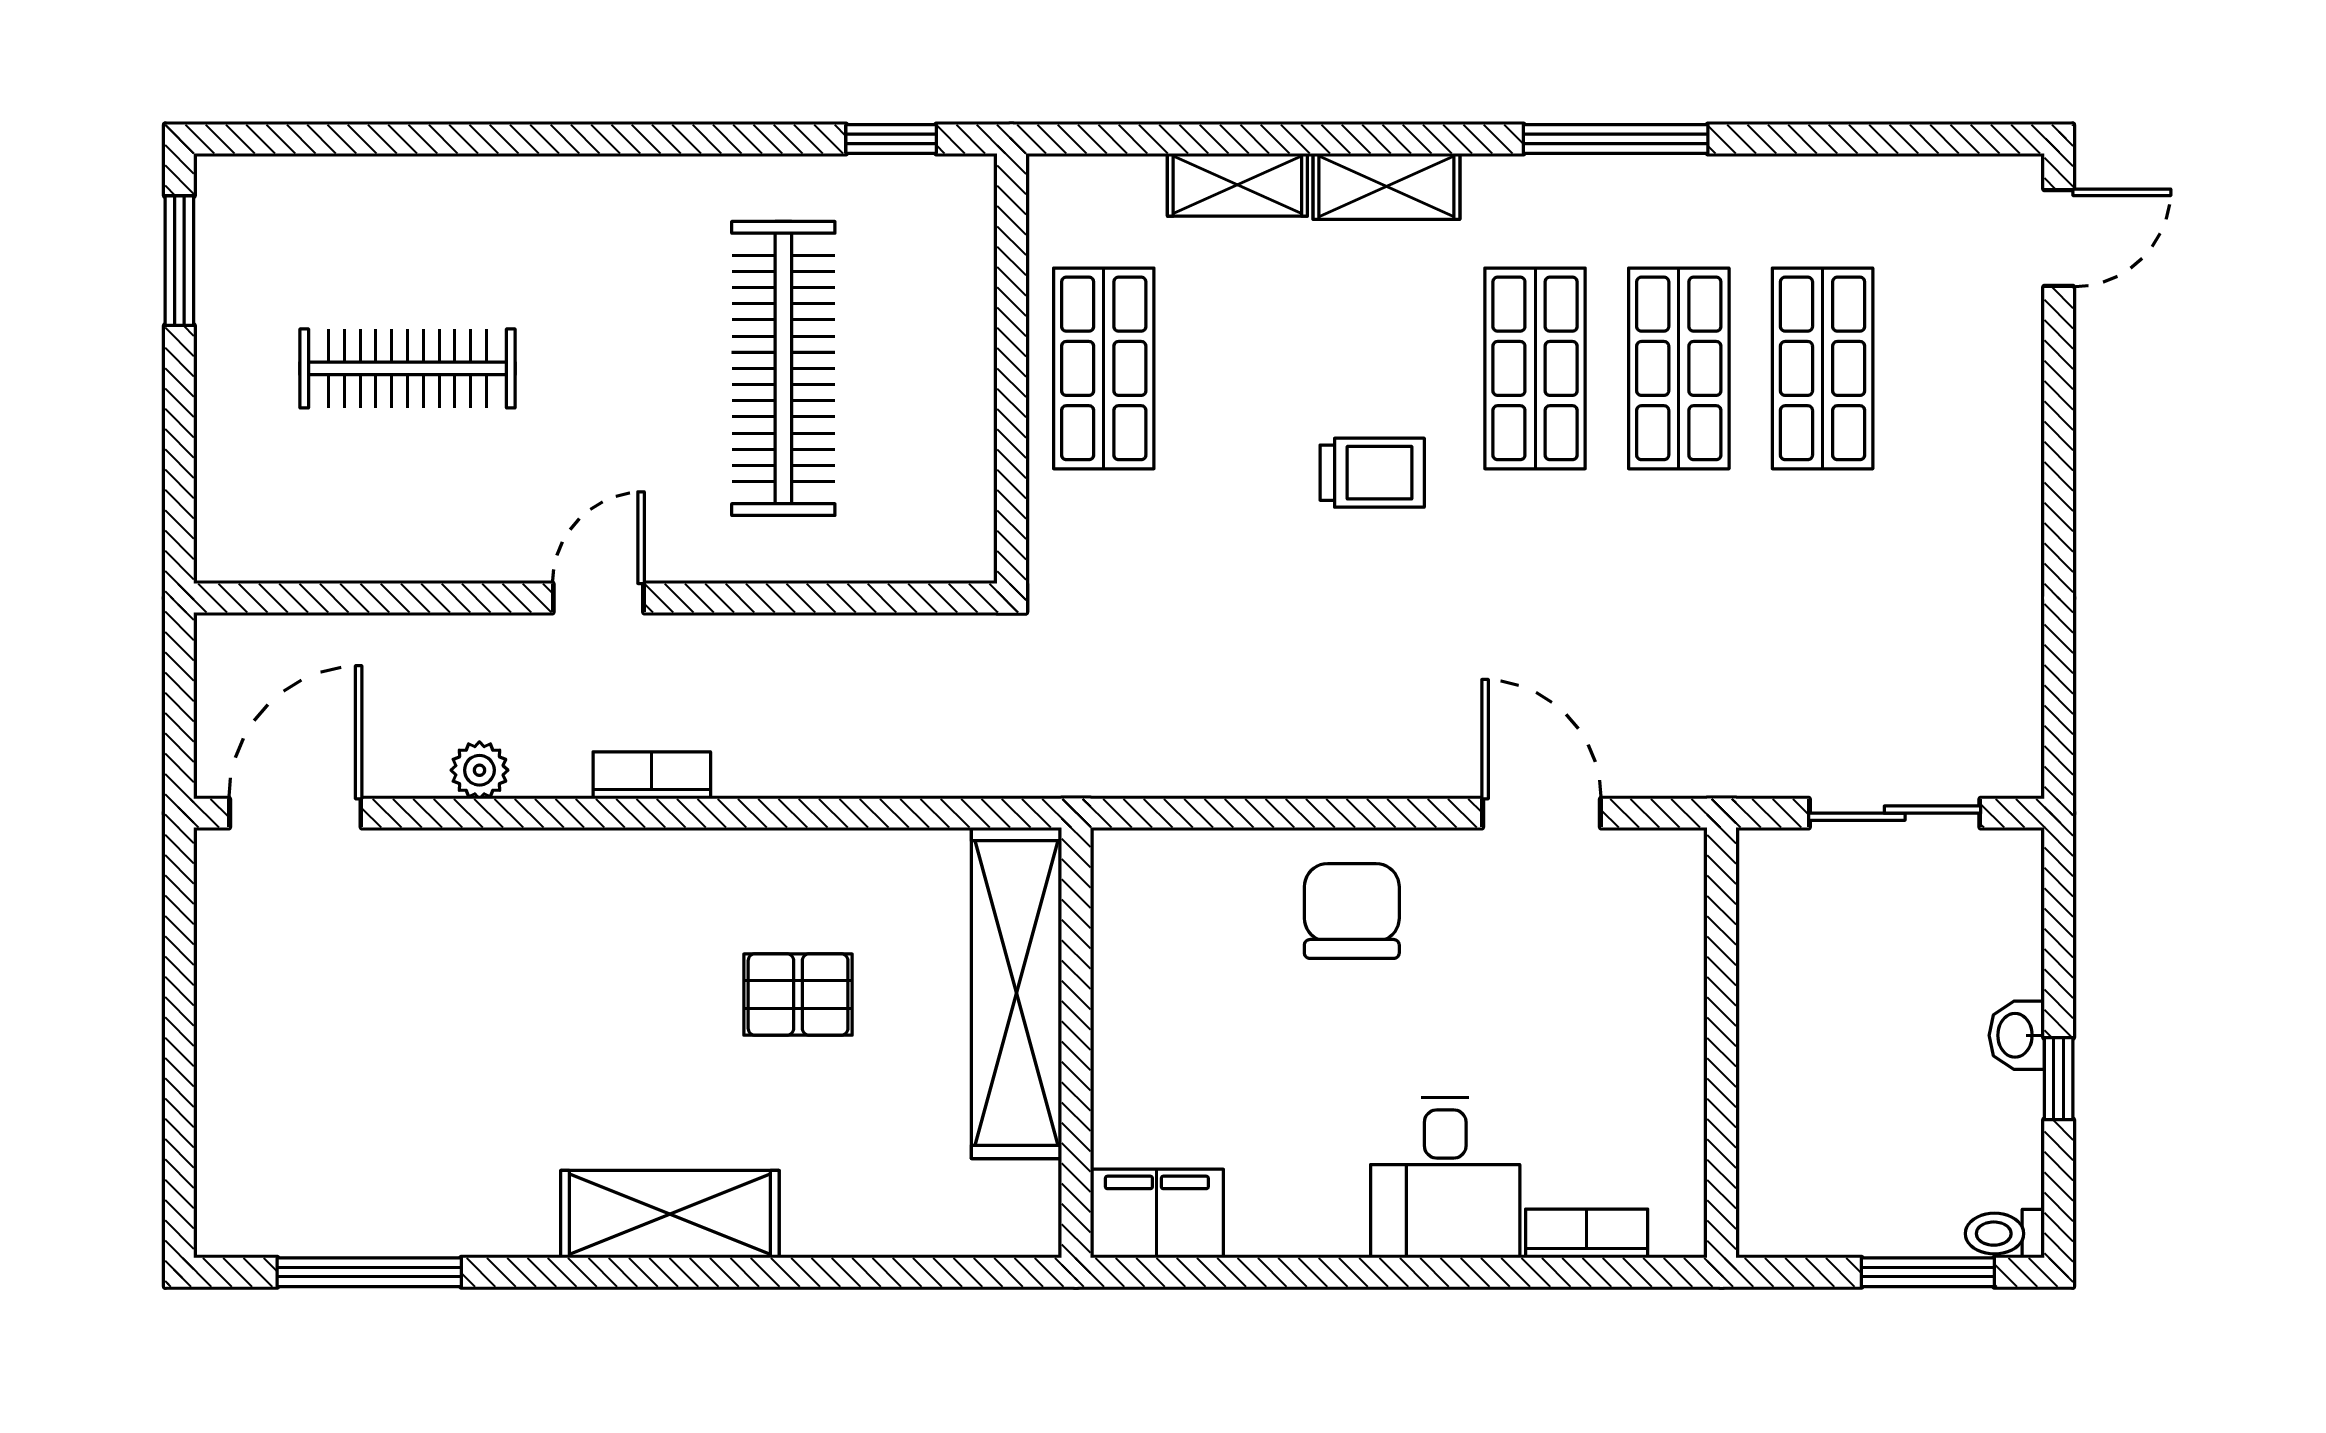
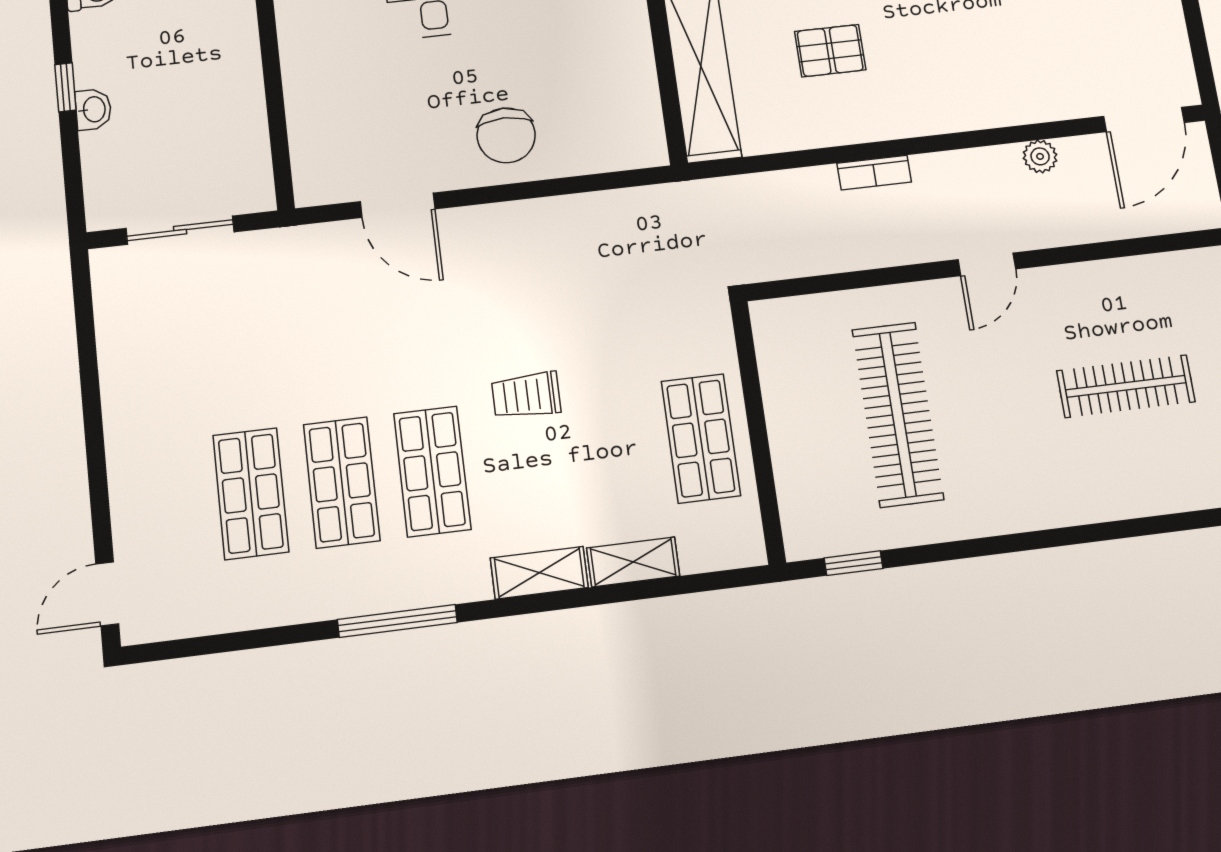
bookcase: (652, 775) -> (874, 173), moved

